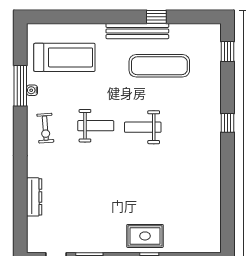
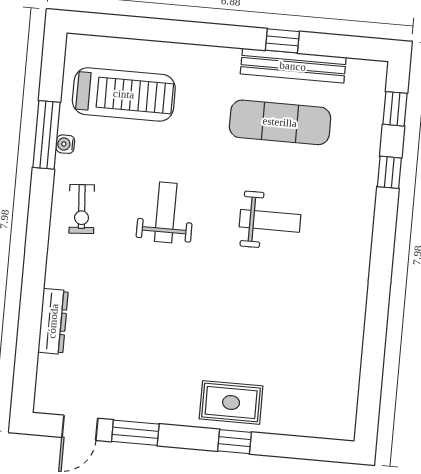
bench: (137, 31) -> (293, 66), moved
window: (227, 123) -> (389, 172), moved
weight bench: (96, 126) -> (166, 212), turned -90
weight bench: (143, 127) -> (270, 221), moved, turned 180

